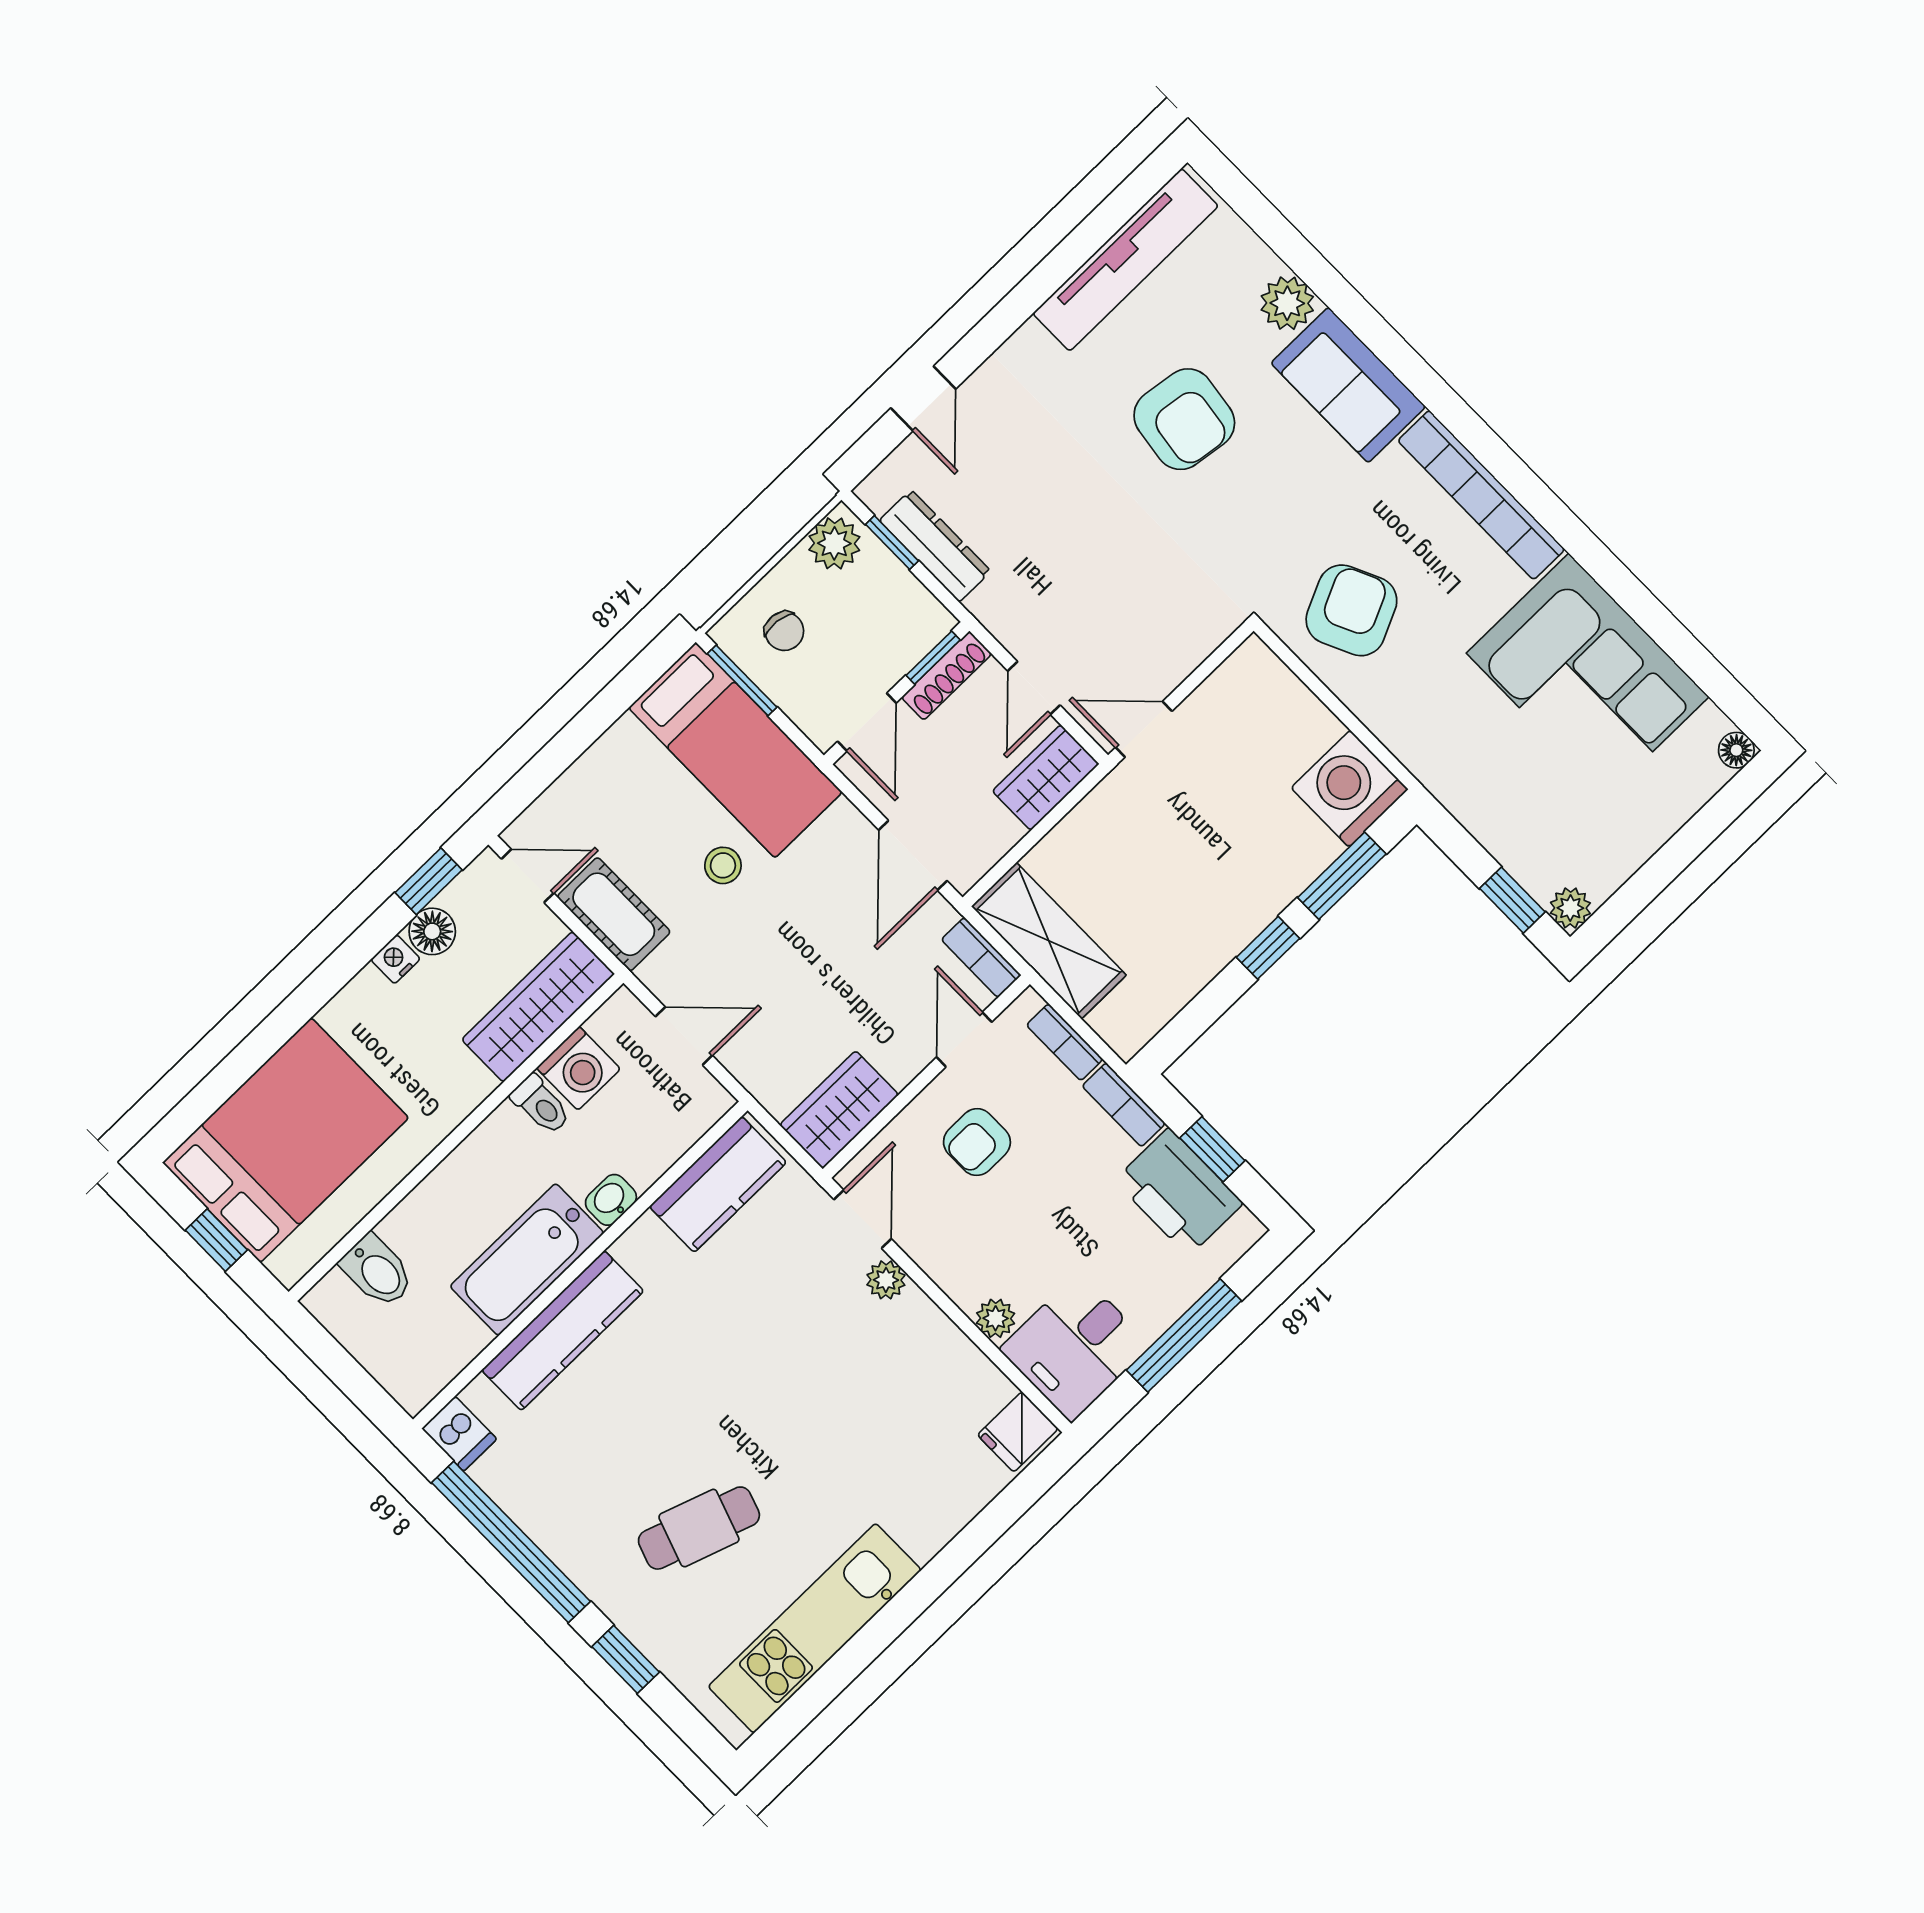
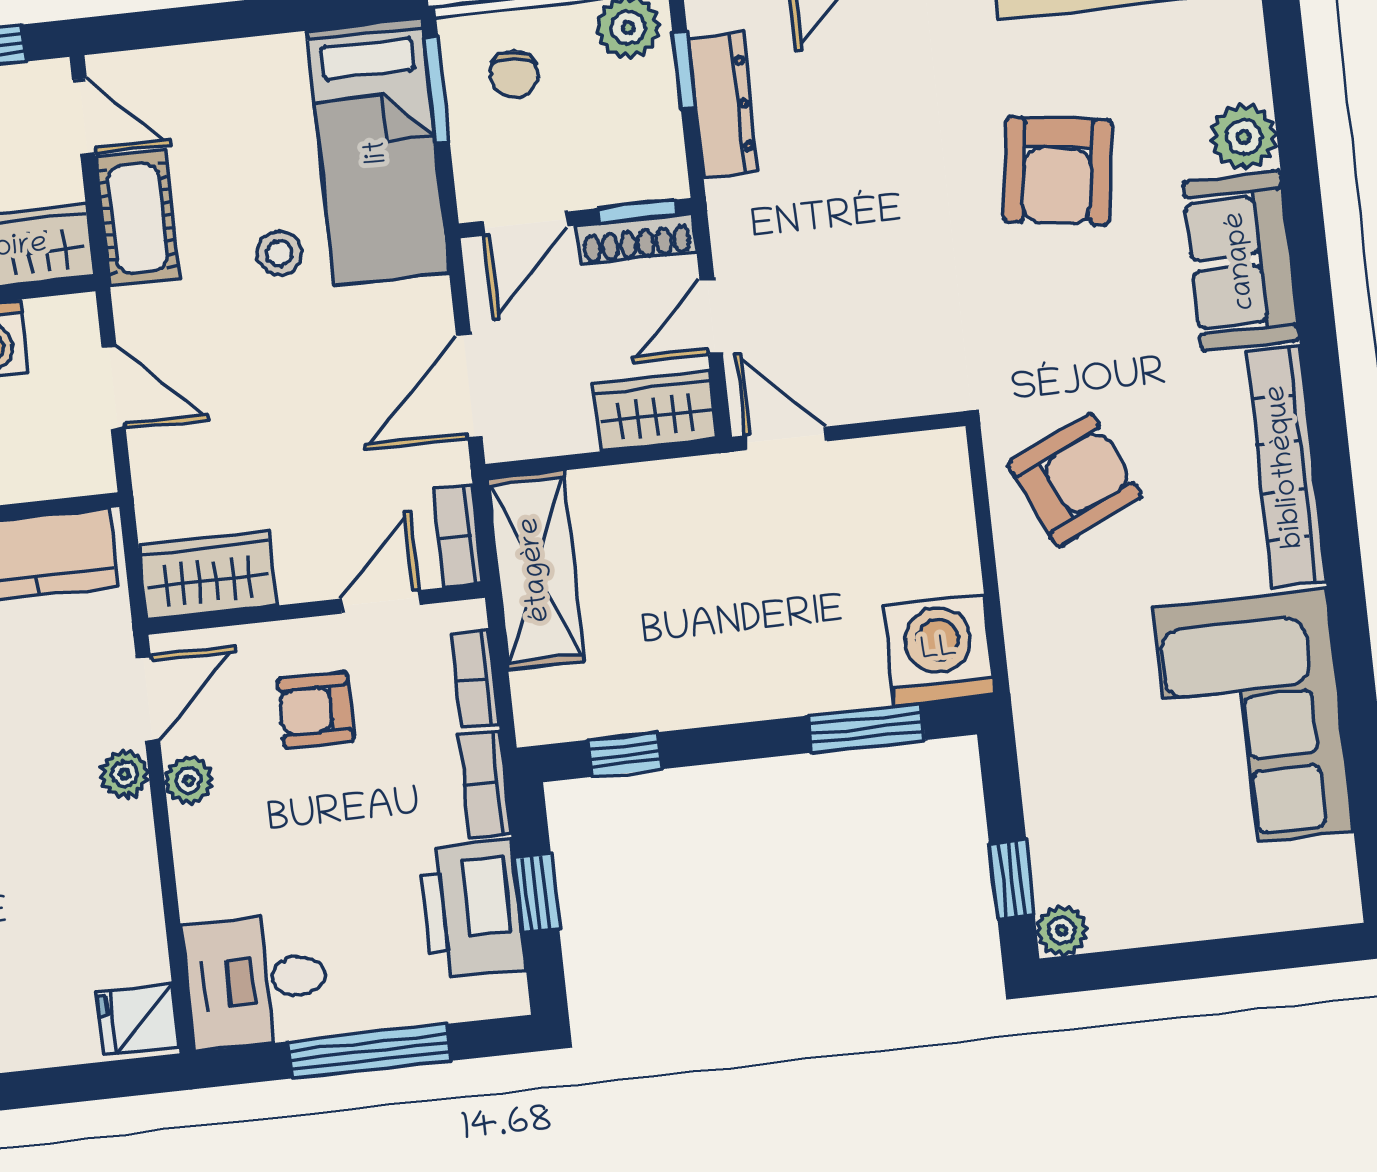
floor lamp: (1736, 750) -> (1340, 903), removed
window: (1268, 948) -> (625, 755), moved
plant: (996, 1318) -> (189, 780), moved

